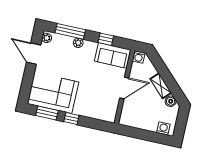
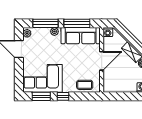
window: (106, 39) -> (77, 23), width x2.17
sofa: (113, 55) -> (81, 36), width x1.36
coffee table: (99, 111) -> (85, 85), added

